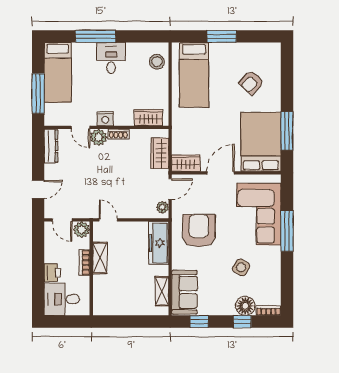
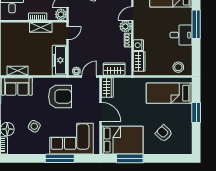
nightstand: (105, 119) -> (138, 45), moved
door: (170, 189) -> (89, 76), swing flipped
freezer: (159, 243) -> (59, 60), moved, turned -90

